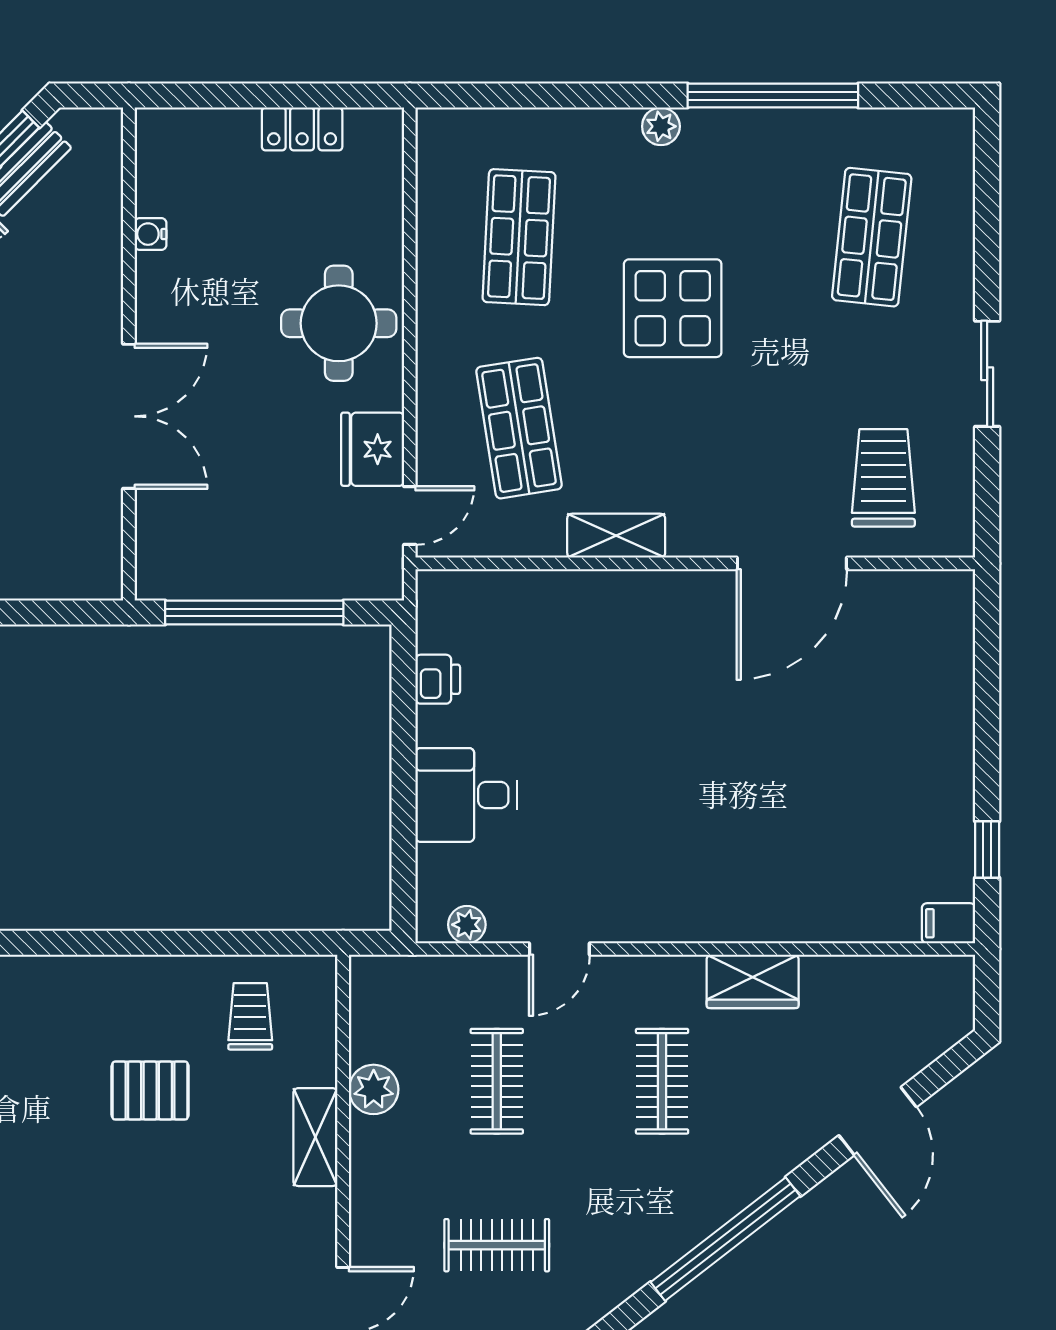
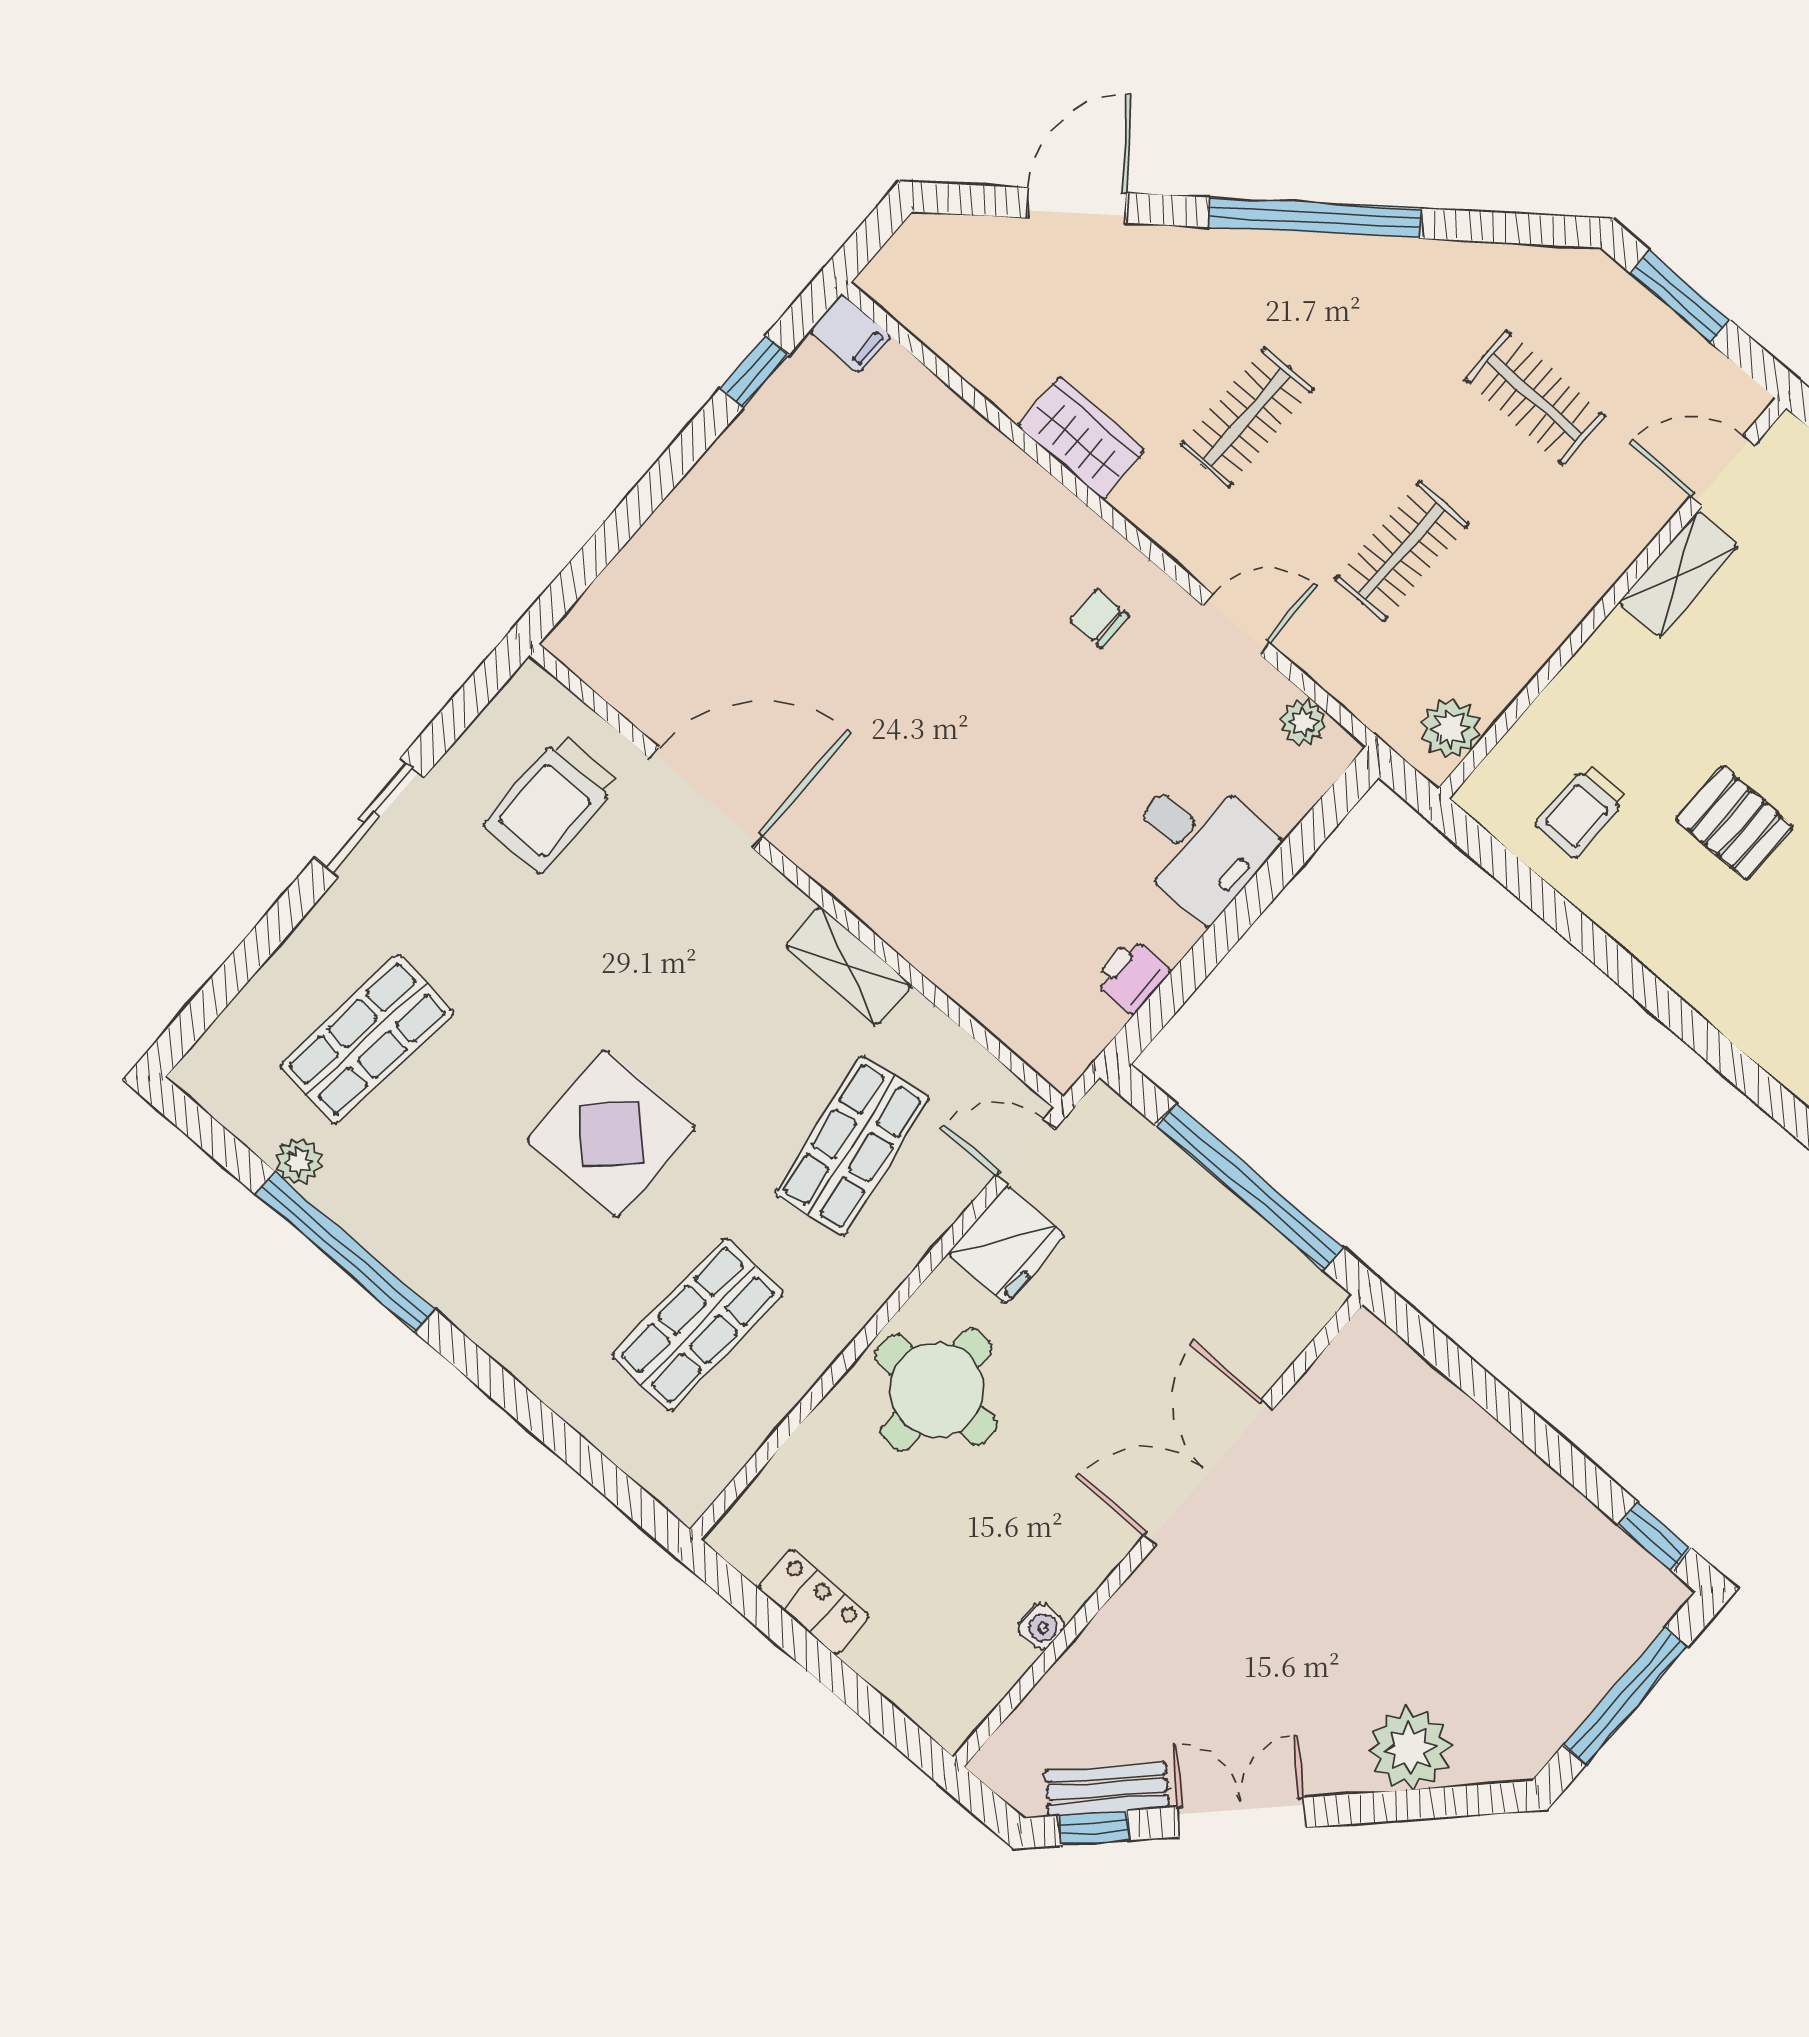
plant: (661, 126) -> (299, 1161), moved
chair: (646, 880) -> (1099, 618), added
plant: (374, 1089) -> (1450, 729), moved
shelving: (315, 1137) -> (1678, 574), moved

